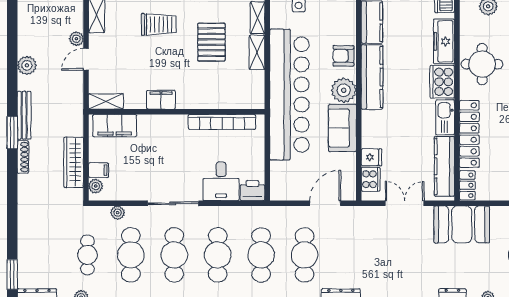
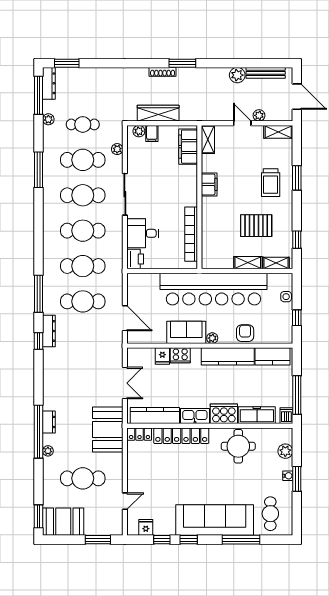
plant: (344, 90) -> (212, 338), width x0.53, depth x0.53
bench: (24, 115) -> (266, 73), moved
cooker: (371, 179) -> (180, 355), moved

